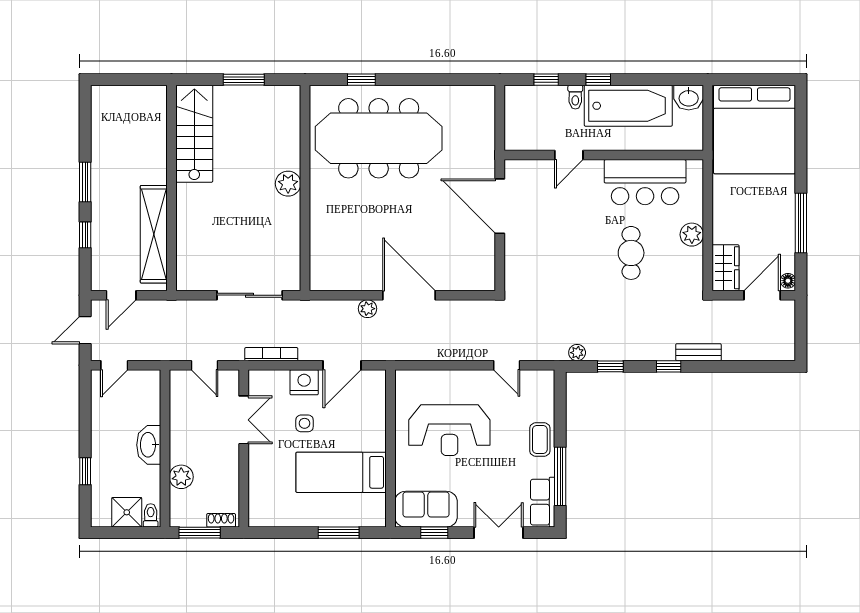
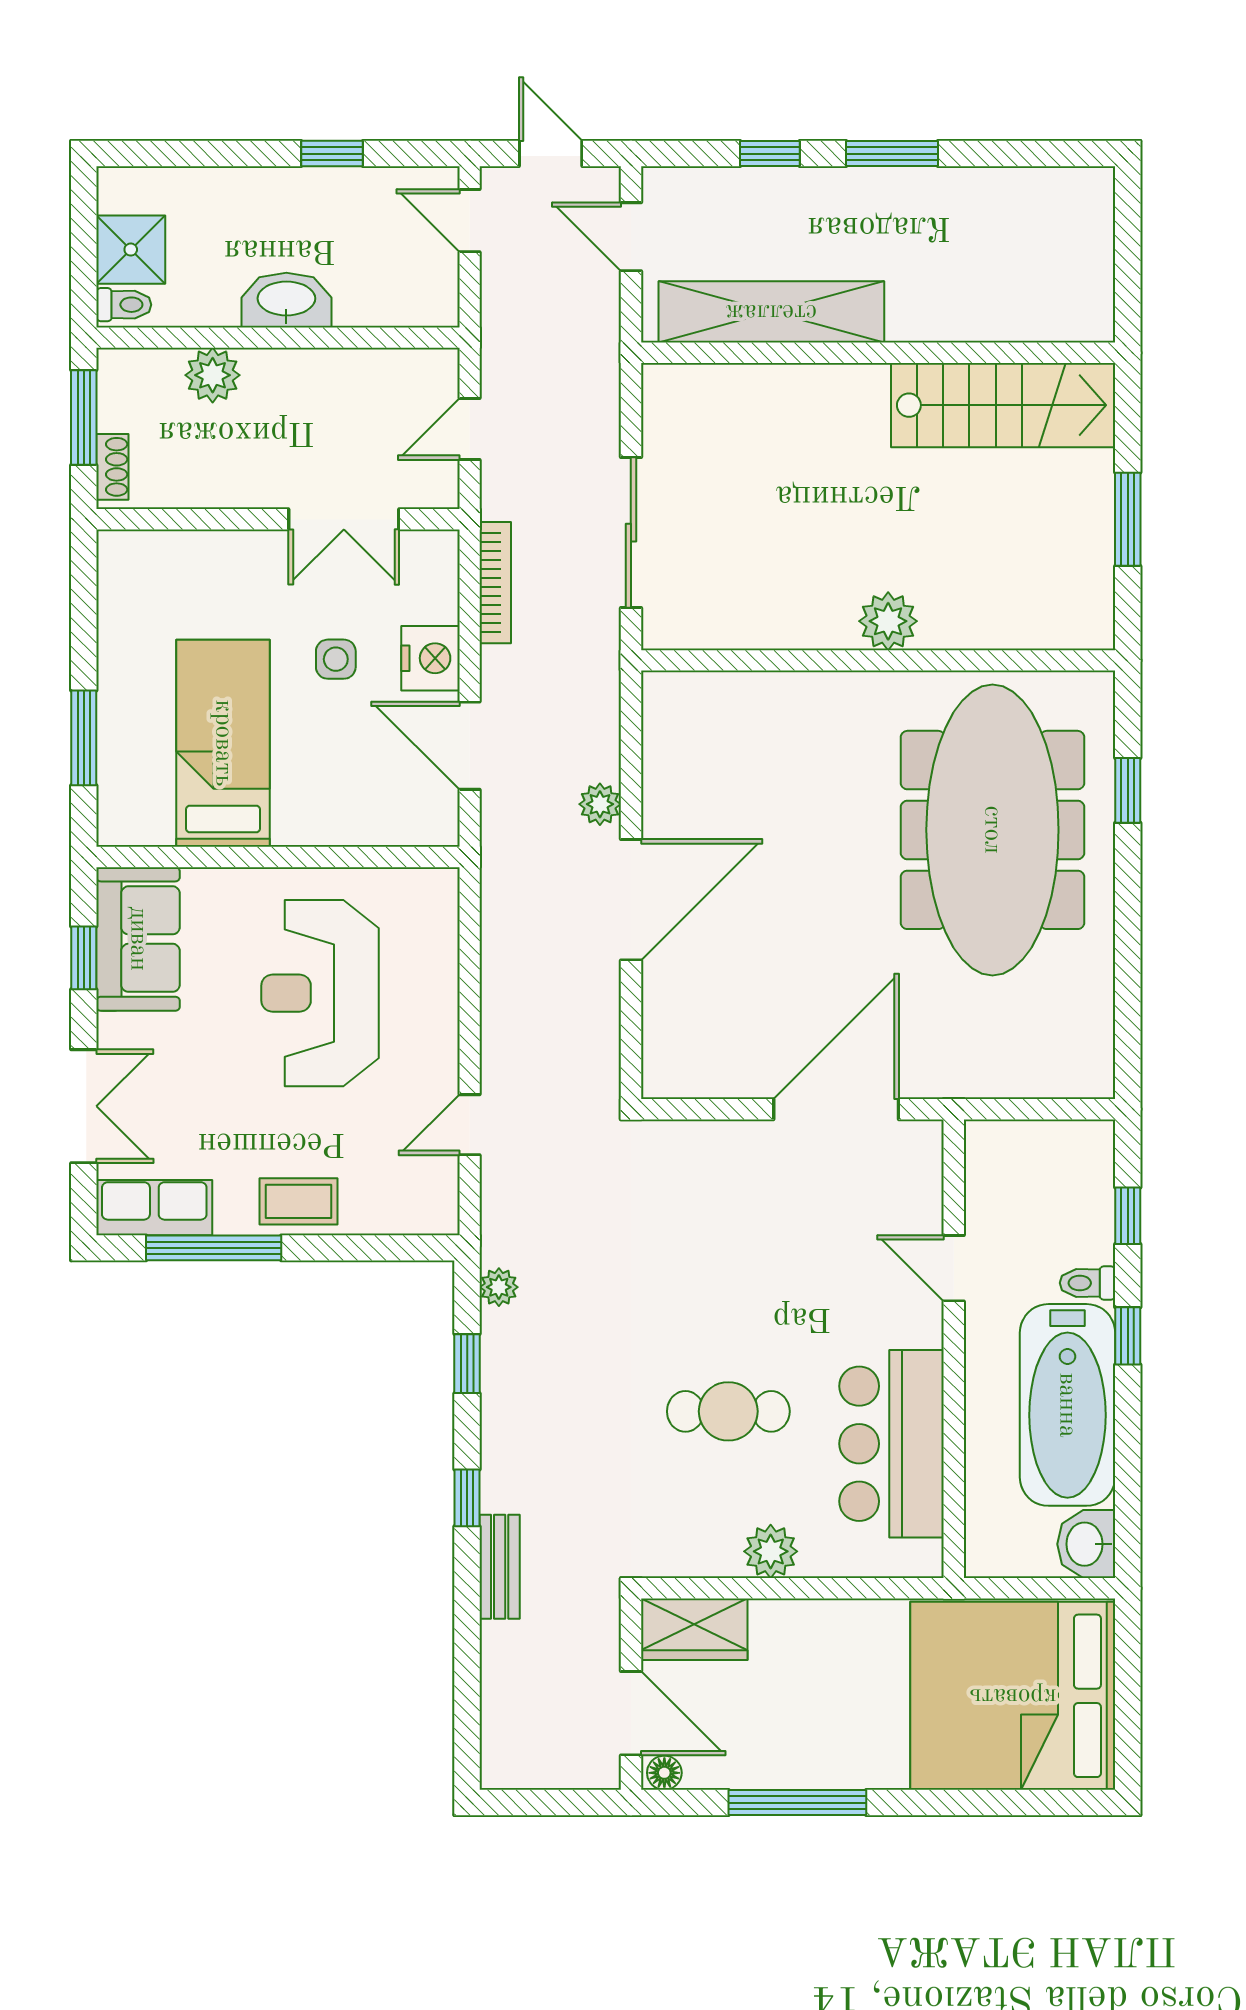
window: (85, 471) -> (332, 154), moved

